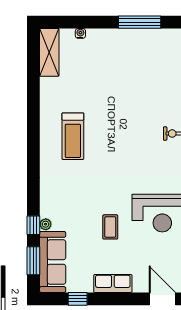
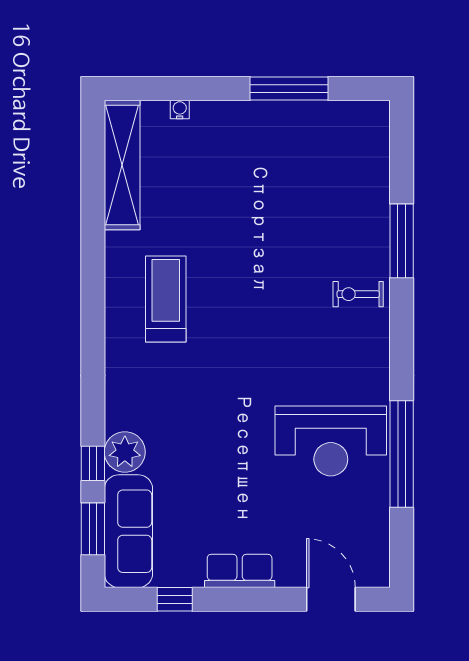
shelving: (49, 52) -> (122, 165), width x1.47
treadmill: (73, 136) -> (166, 299), turned 180
plant: (46, 224) -> (125, 452), width x1.88, depth x1.88
coffee table: (110, 227) -> (235, 467), removed

